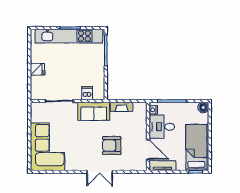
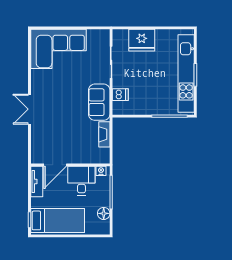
fridge: (37, 69) -> (142, 40), width x1.88, depth x1.34
floor lamp: (203, 107) -> (104, 213), moved
armchair: (112, 145) -> (60, 123), removed

